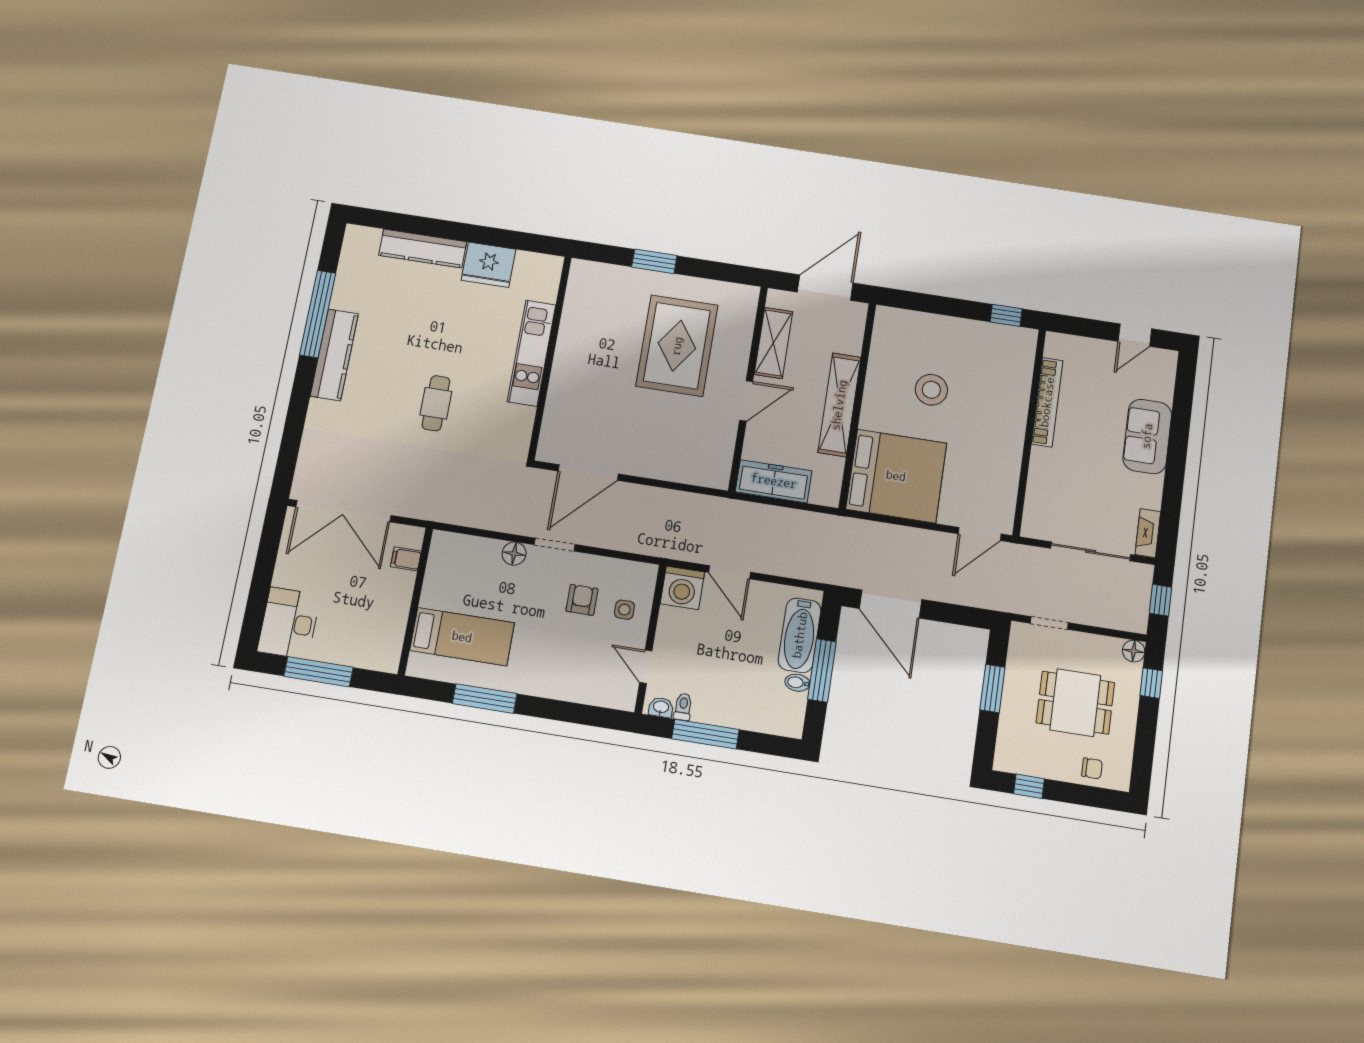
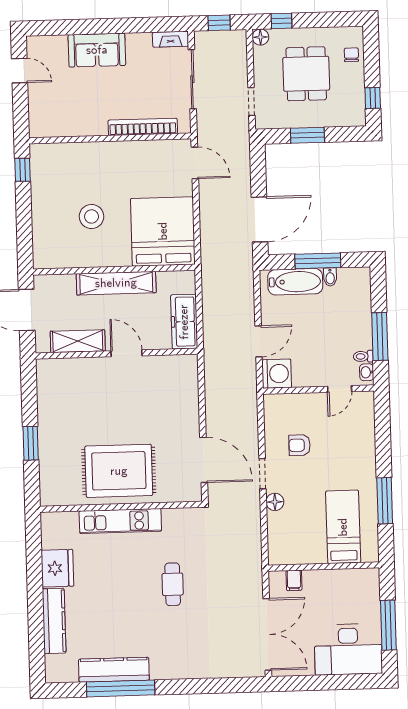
rug: (677, 346) -> (119, 471), moved
kitchen counter: (334, 355) -> (114, 670), moved
bookcase: (1047, 402) -> (143, 127), moved
cafe table: (436, 403) -> (173, 584), turned 90
side table: (624, 610) -> (301, 413), removed
desk: (289, 623) -> (348, 649), width x1.36, depth x1.30

